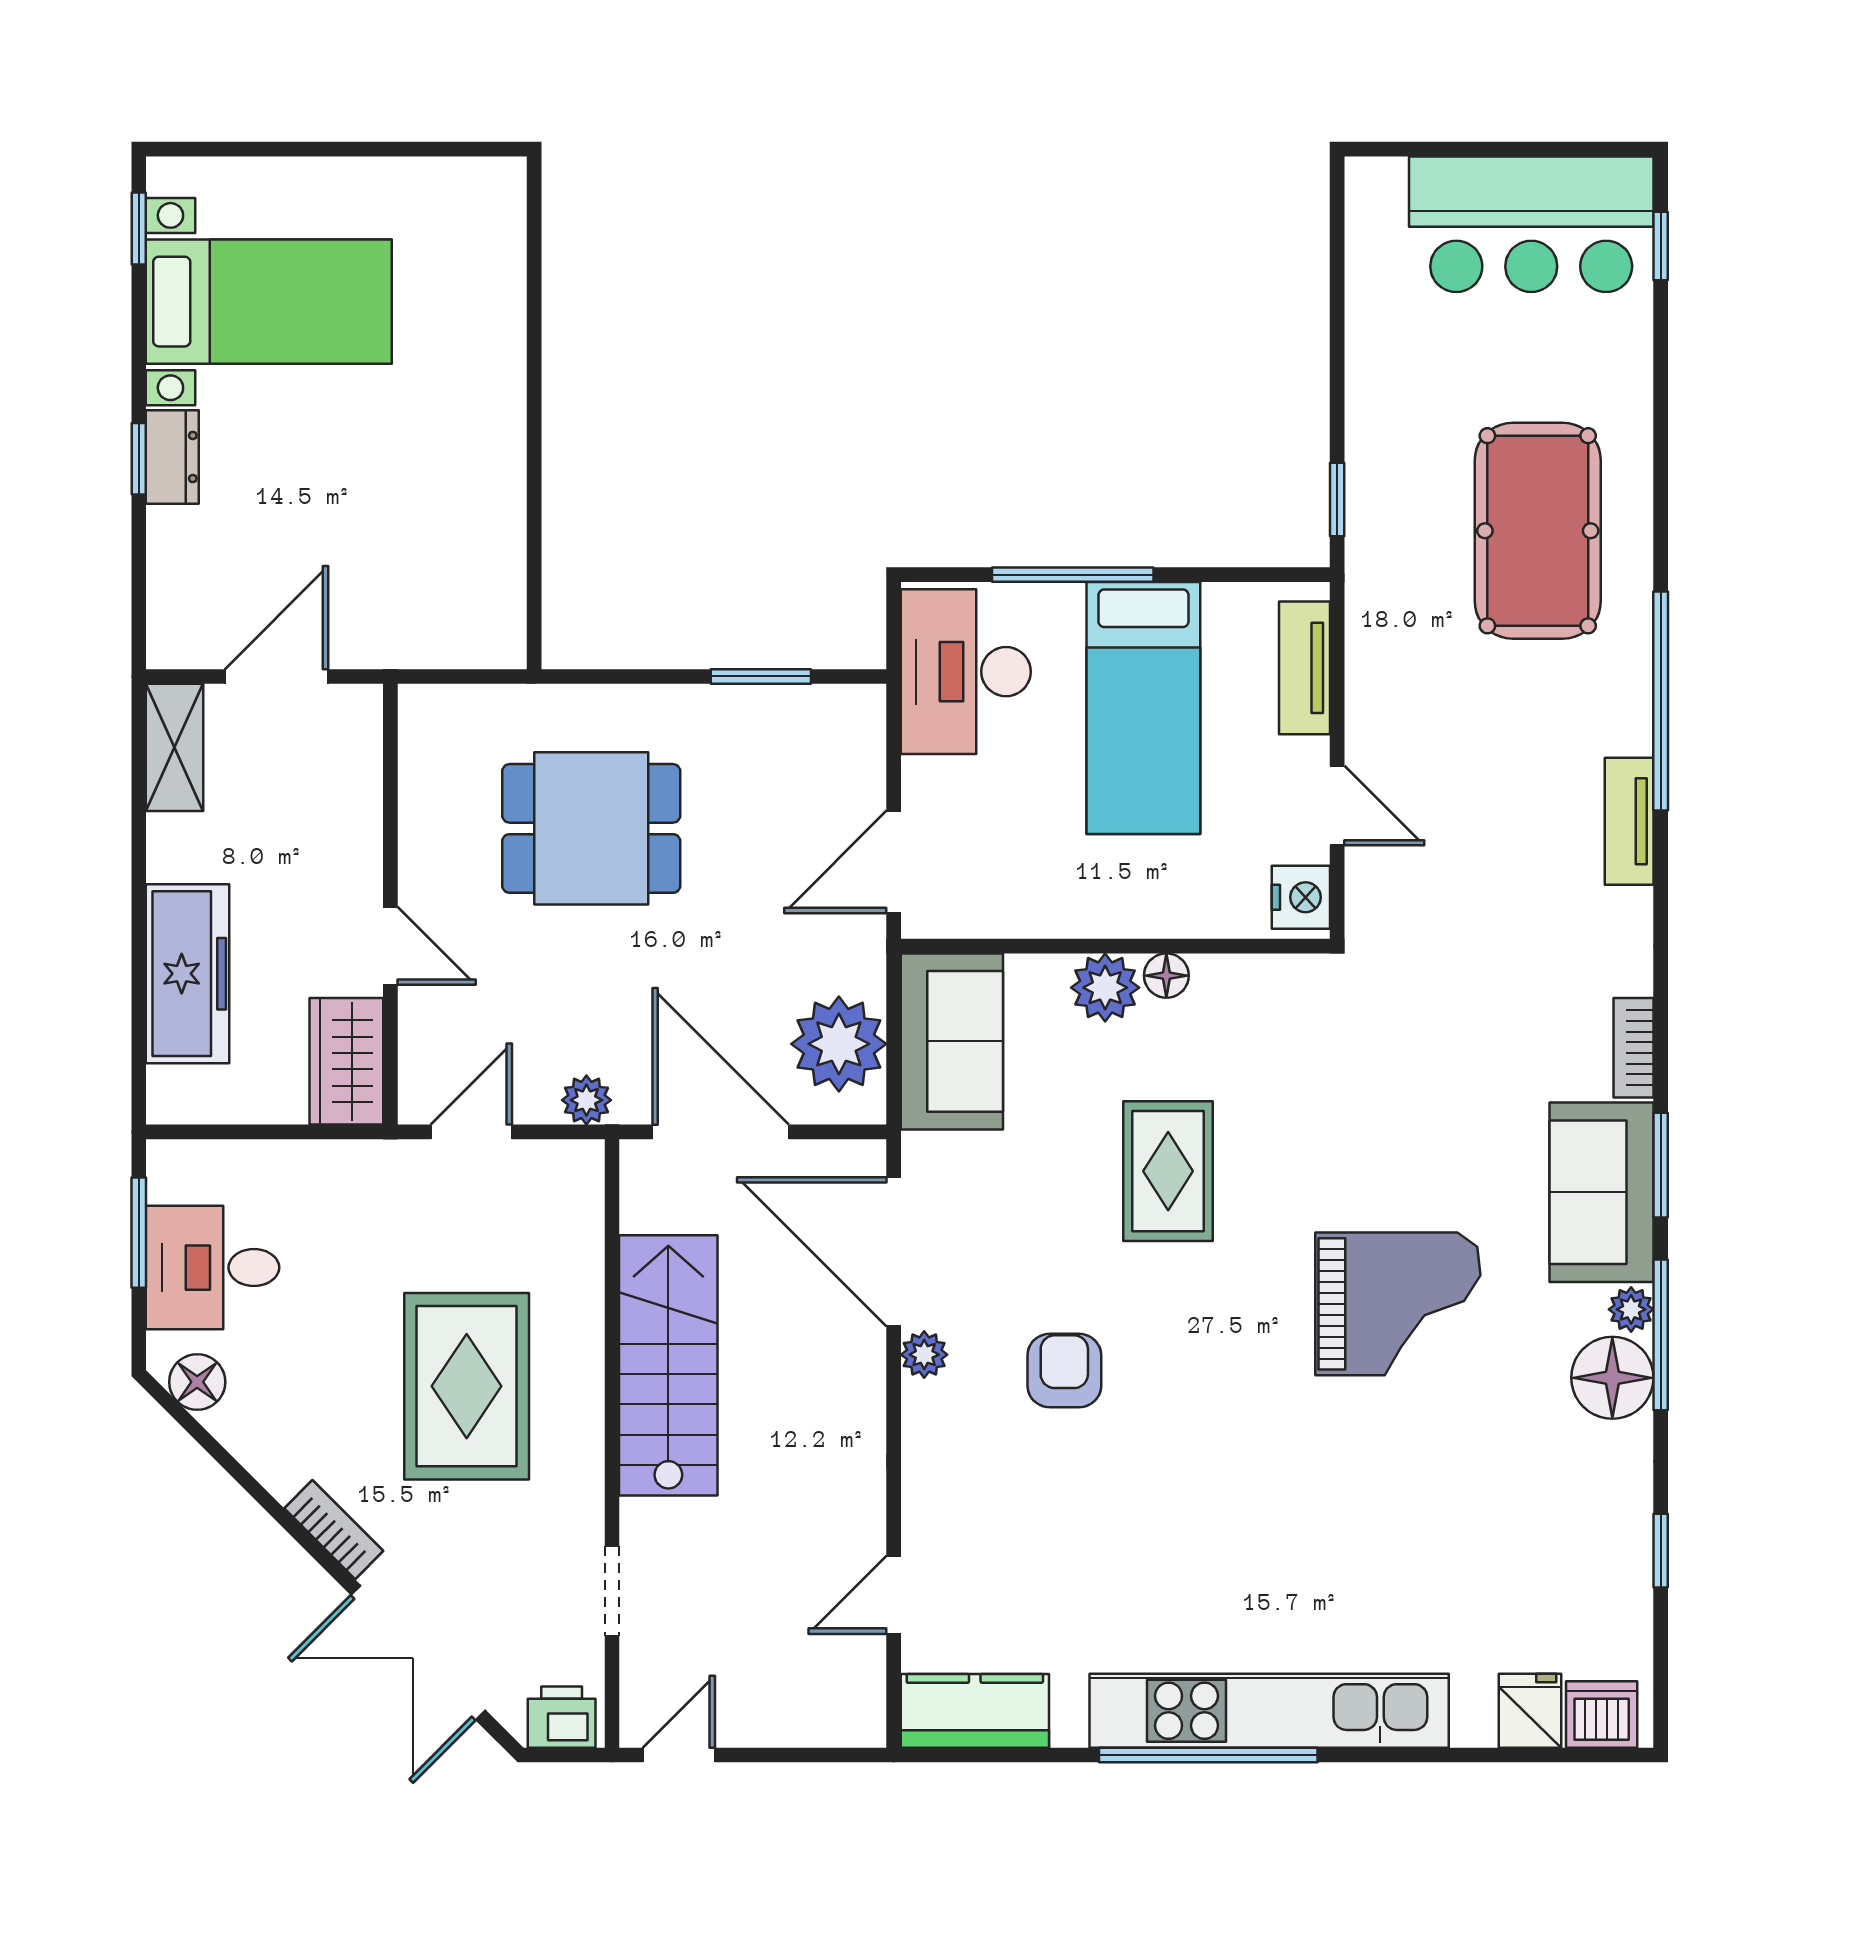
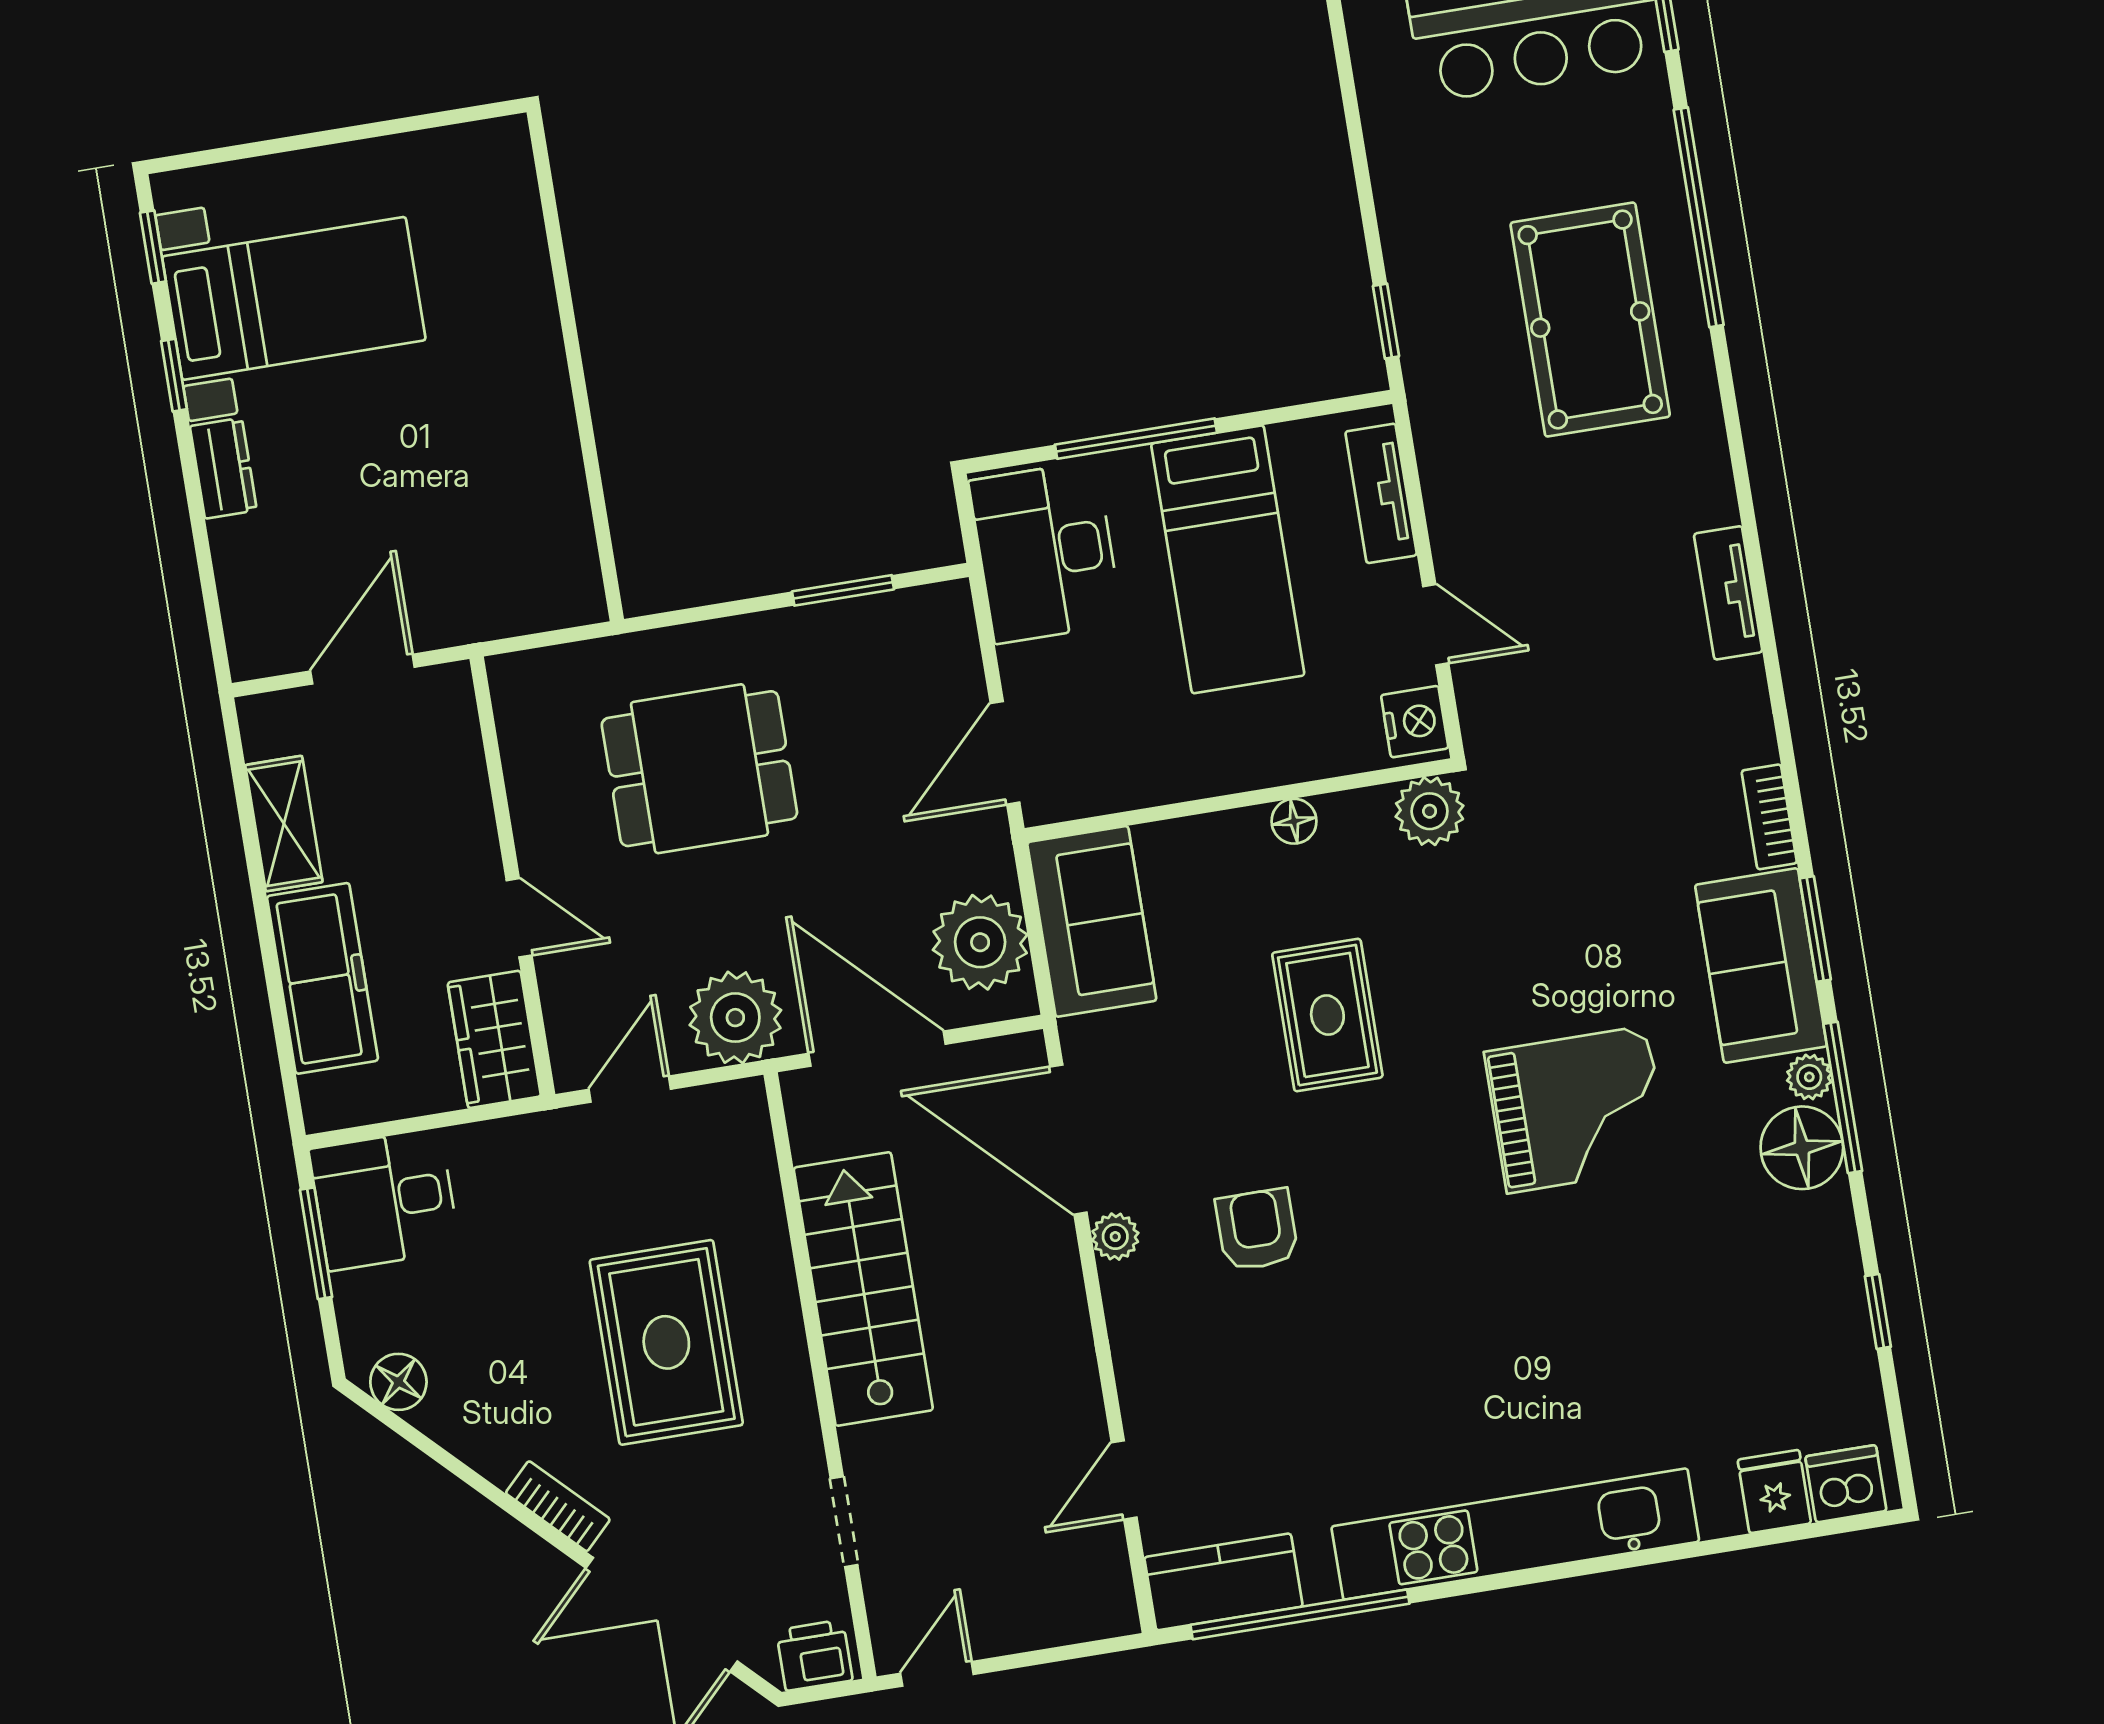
window: (139, 459) -> (174, 375), moved
window: (1661, 701) -> (1699, 217), moved
shelving: (175, 747) -> (284, 824), moved
plant: (1105, 988) -> (1430, 811), moved
plant: (586, 1100) -> (735, 1018), width x1.88, depth x1.88
desk: (213, 1268) -> (384, 1200), moved
window: (1208, 1755) -> (1300, 1614), moved

